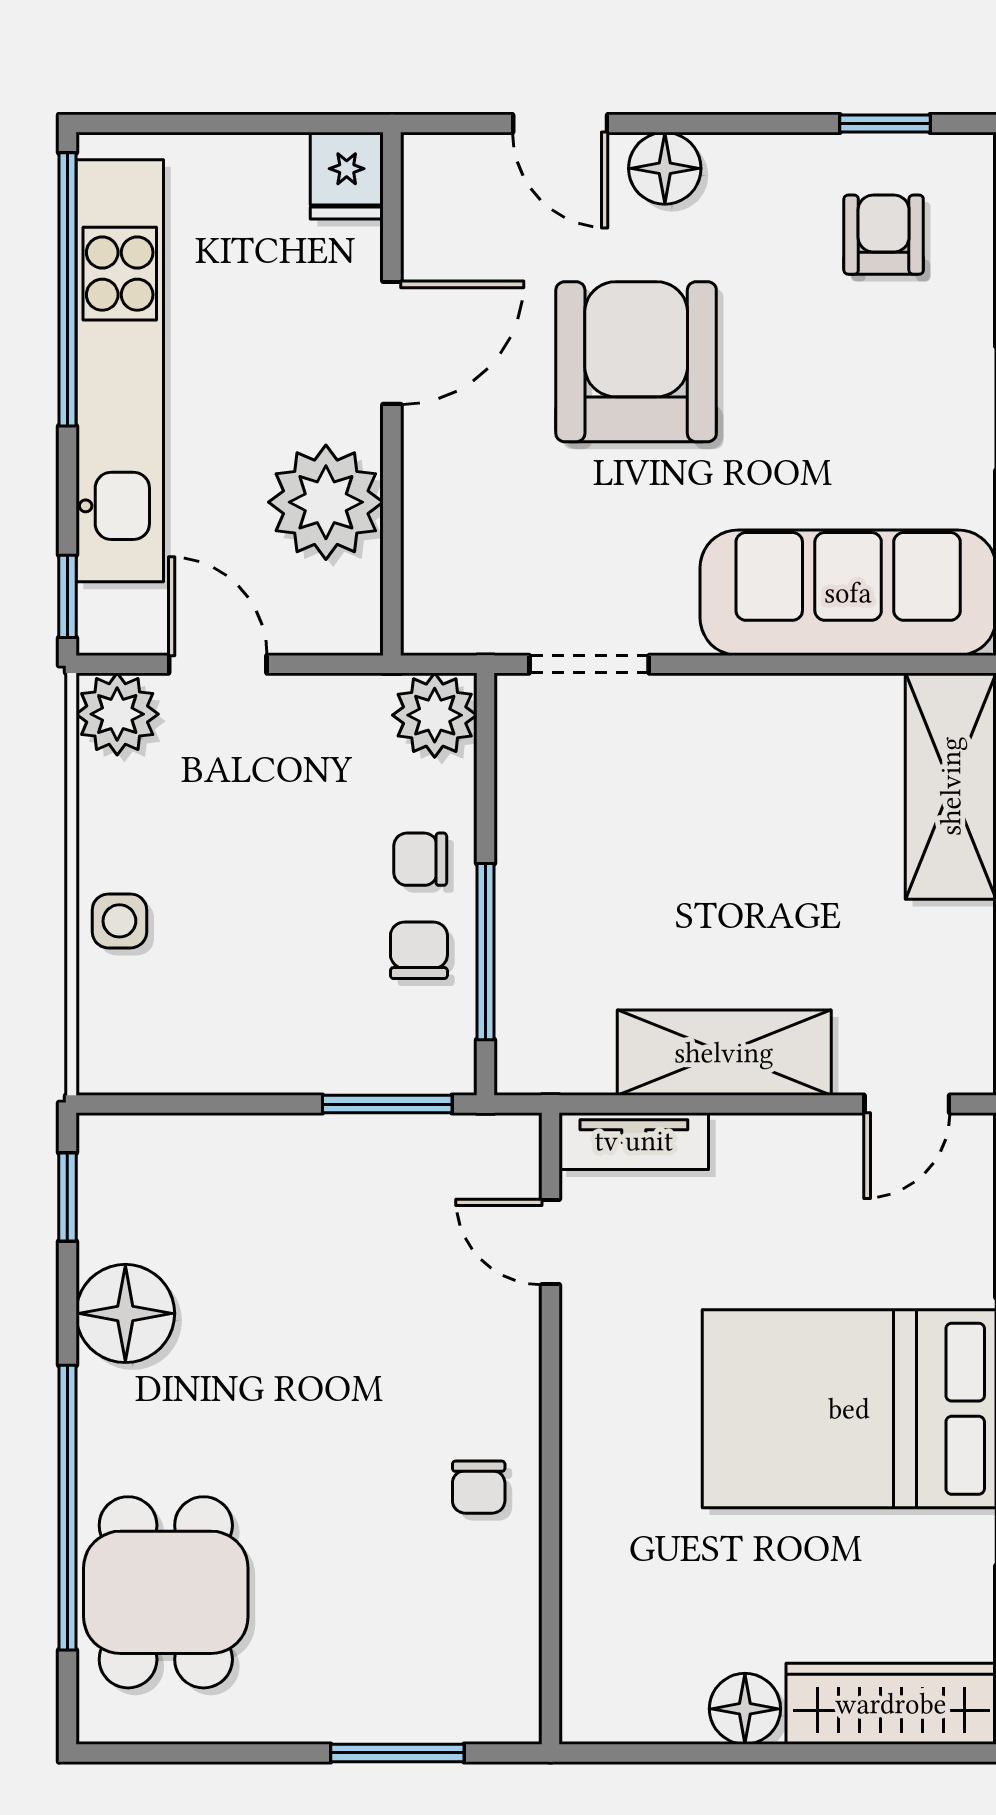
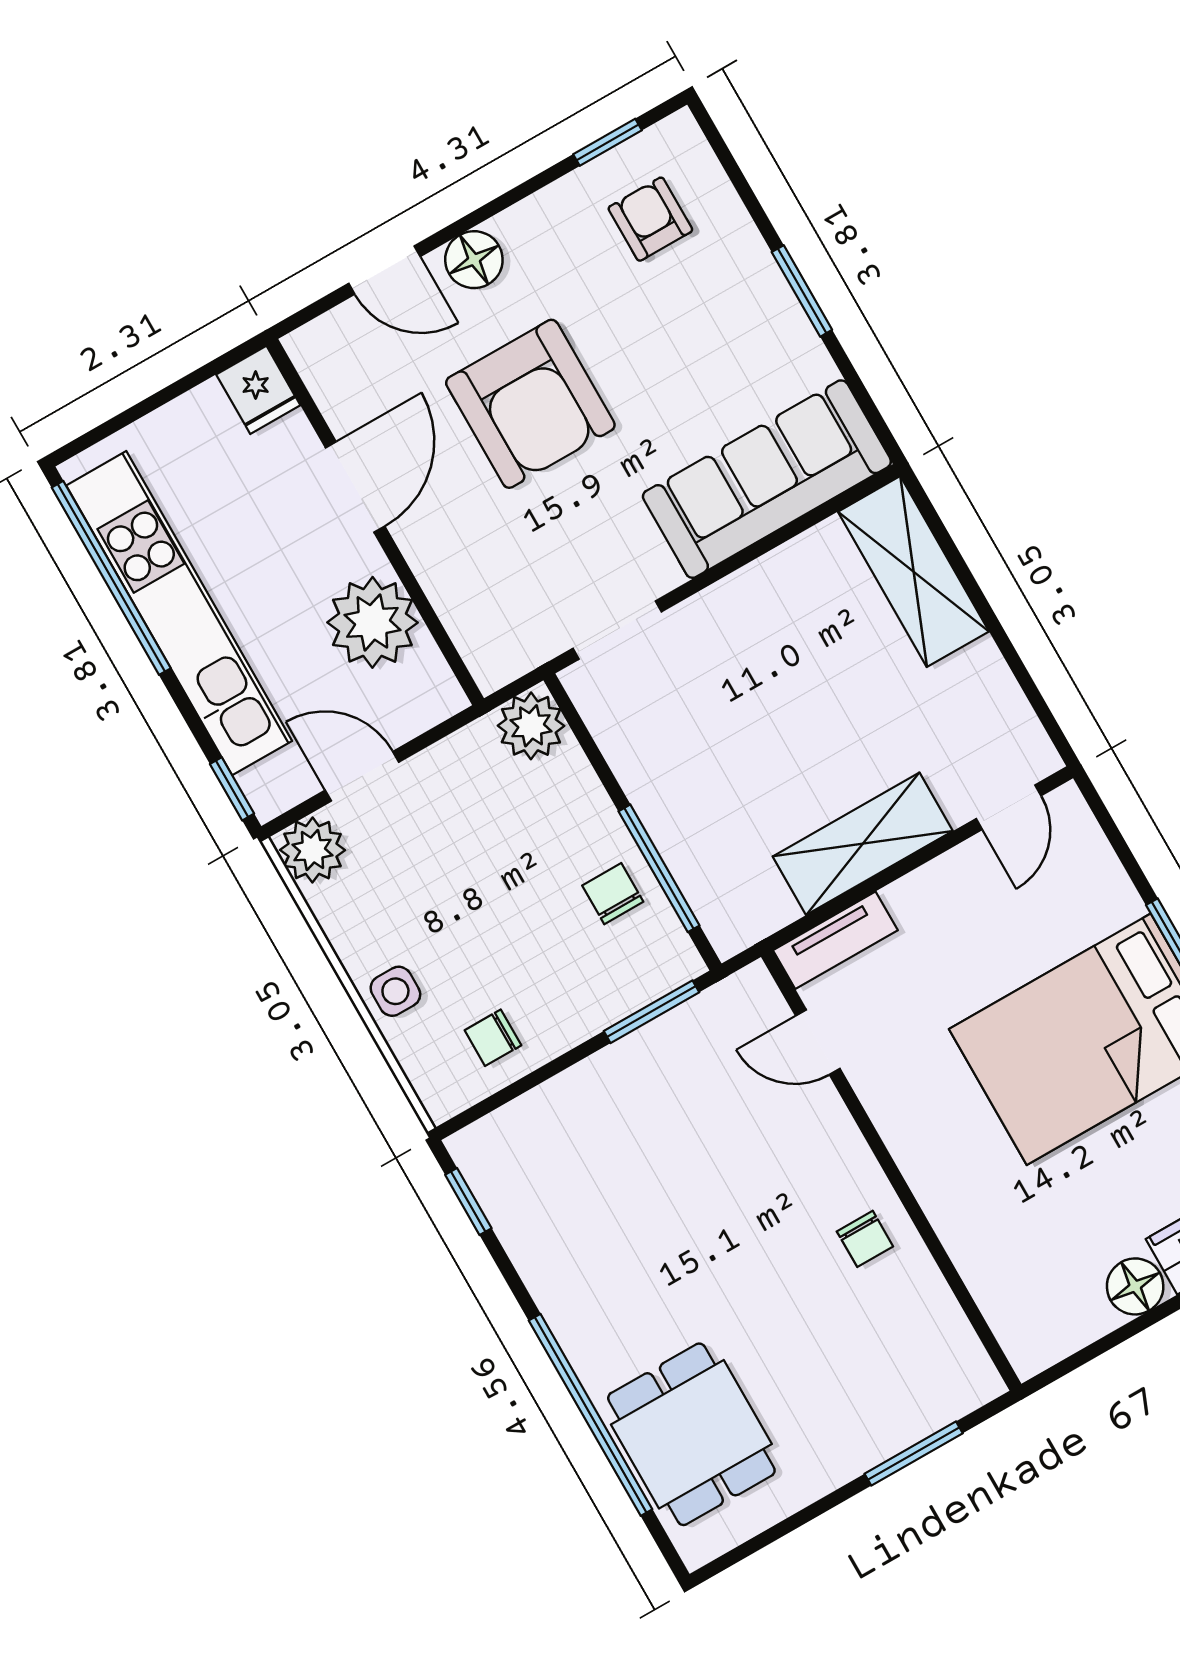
armchair: (636, 362) -> (530, 404), turned 180
chair: (420, 859) -> (493, 1038), moved
floor lamp: (125, 1313) -> (554, 1259), removed

